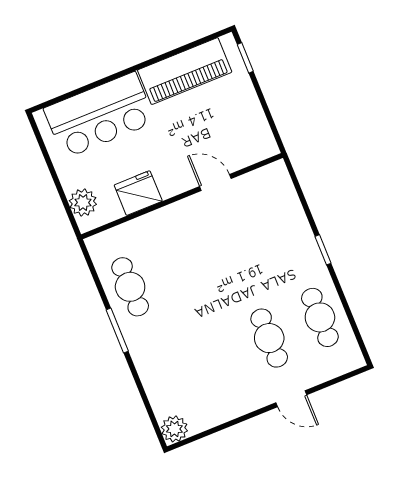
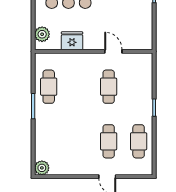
cafe table: (232, 246) -> (109, 87), added

